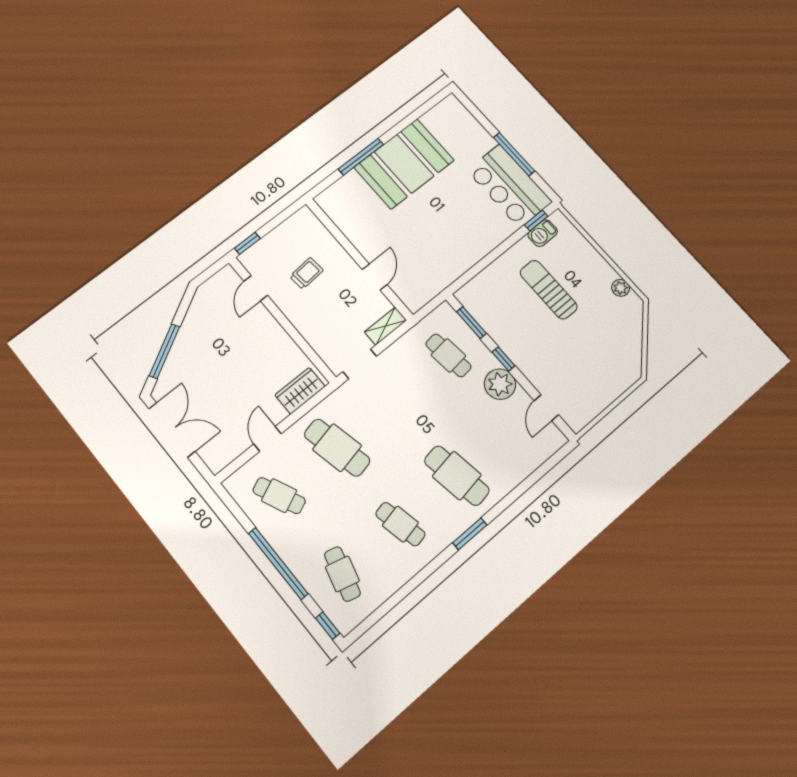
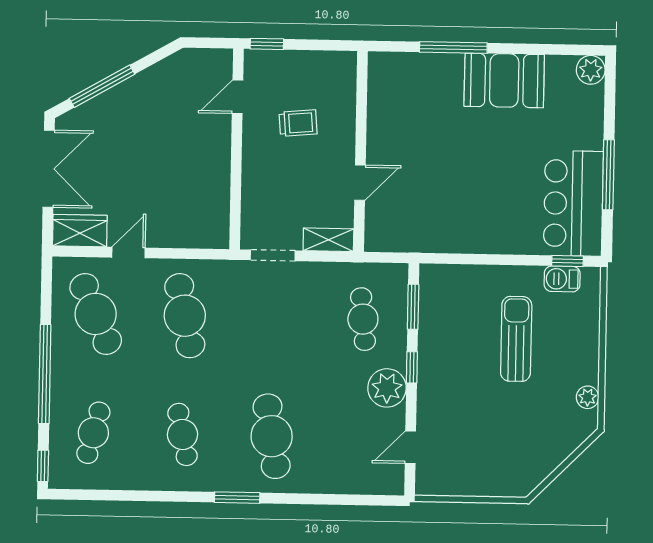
plant: (451, 106) -> (591, 70), added
booth: (404, 164) -> (504, 80), width x0.73, depth x0.70
wardrobe: (300, 391) -> (80, 231), moved
cafe table: (279, 496) -> (96, 314), width x1.37, depth x1.35

